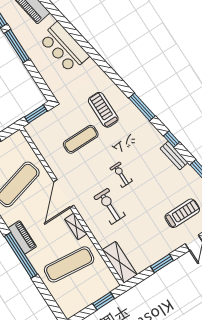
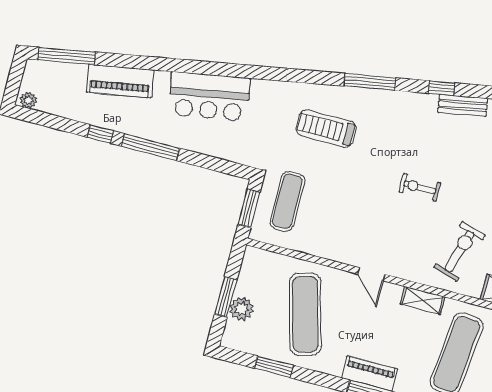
exercise mat: (81, 139) -> (287, 201), moved
door: (64, 194) -> (371, 274), width x0.53
exercise bike: (110, 206) -> (459, 251), moved, turned 107

